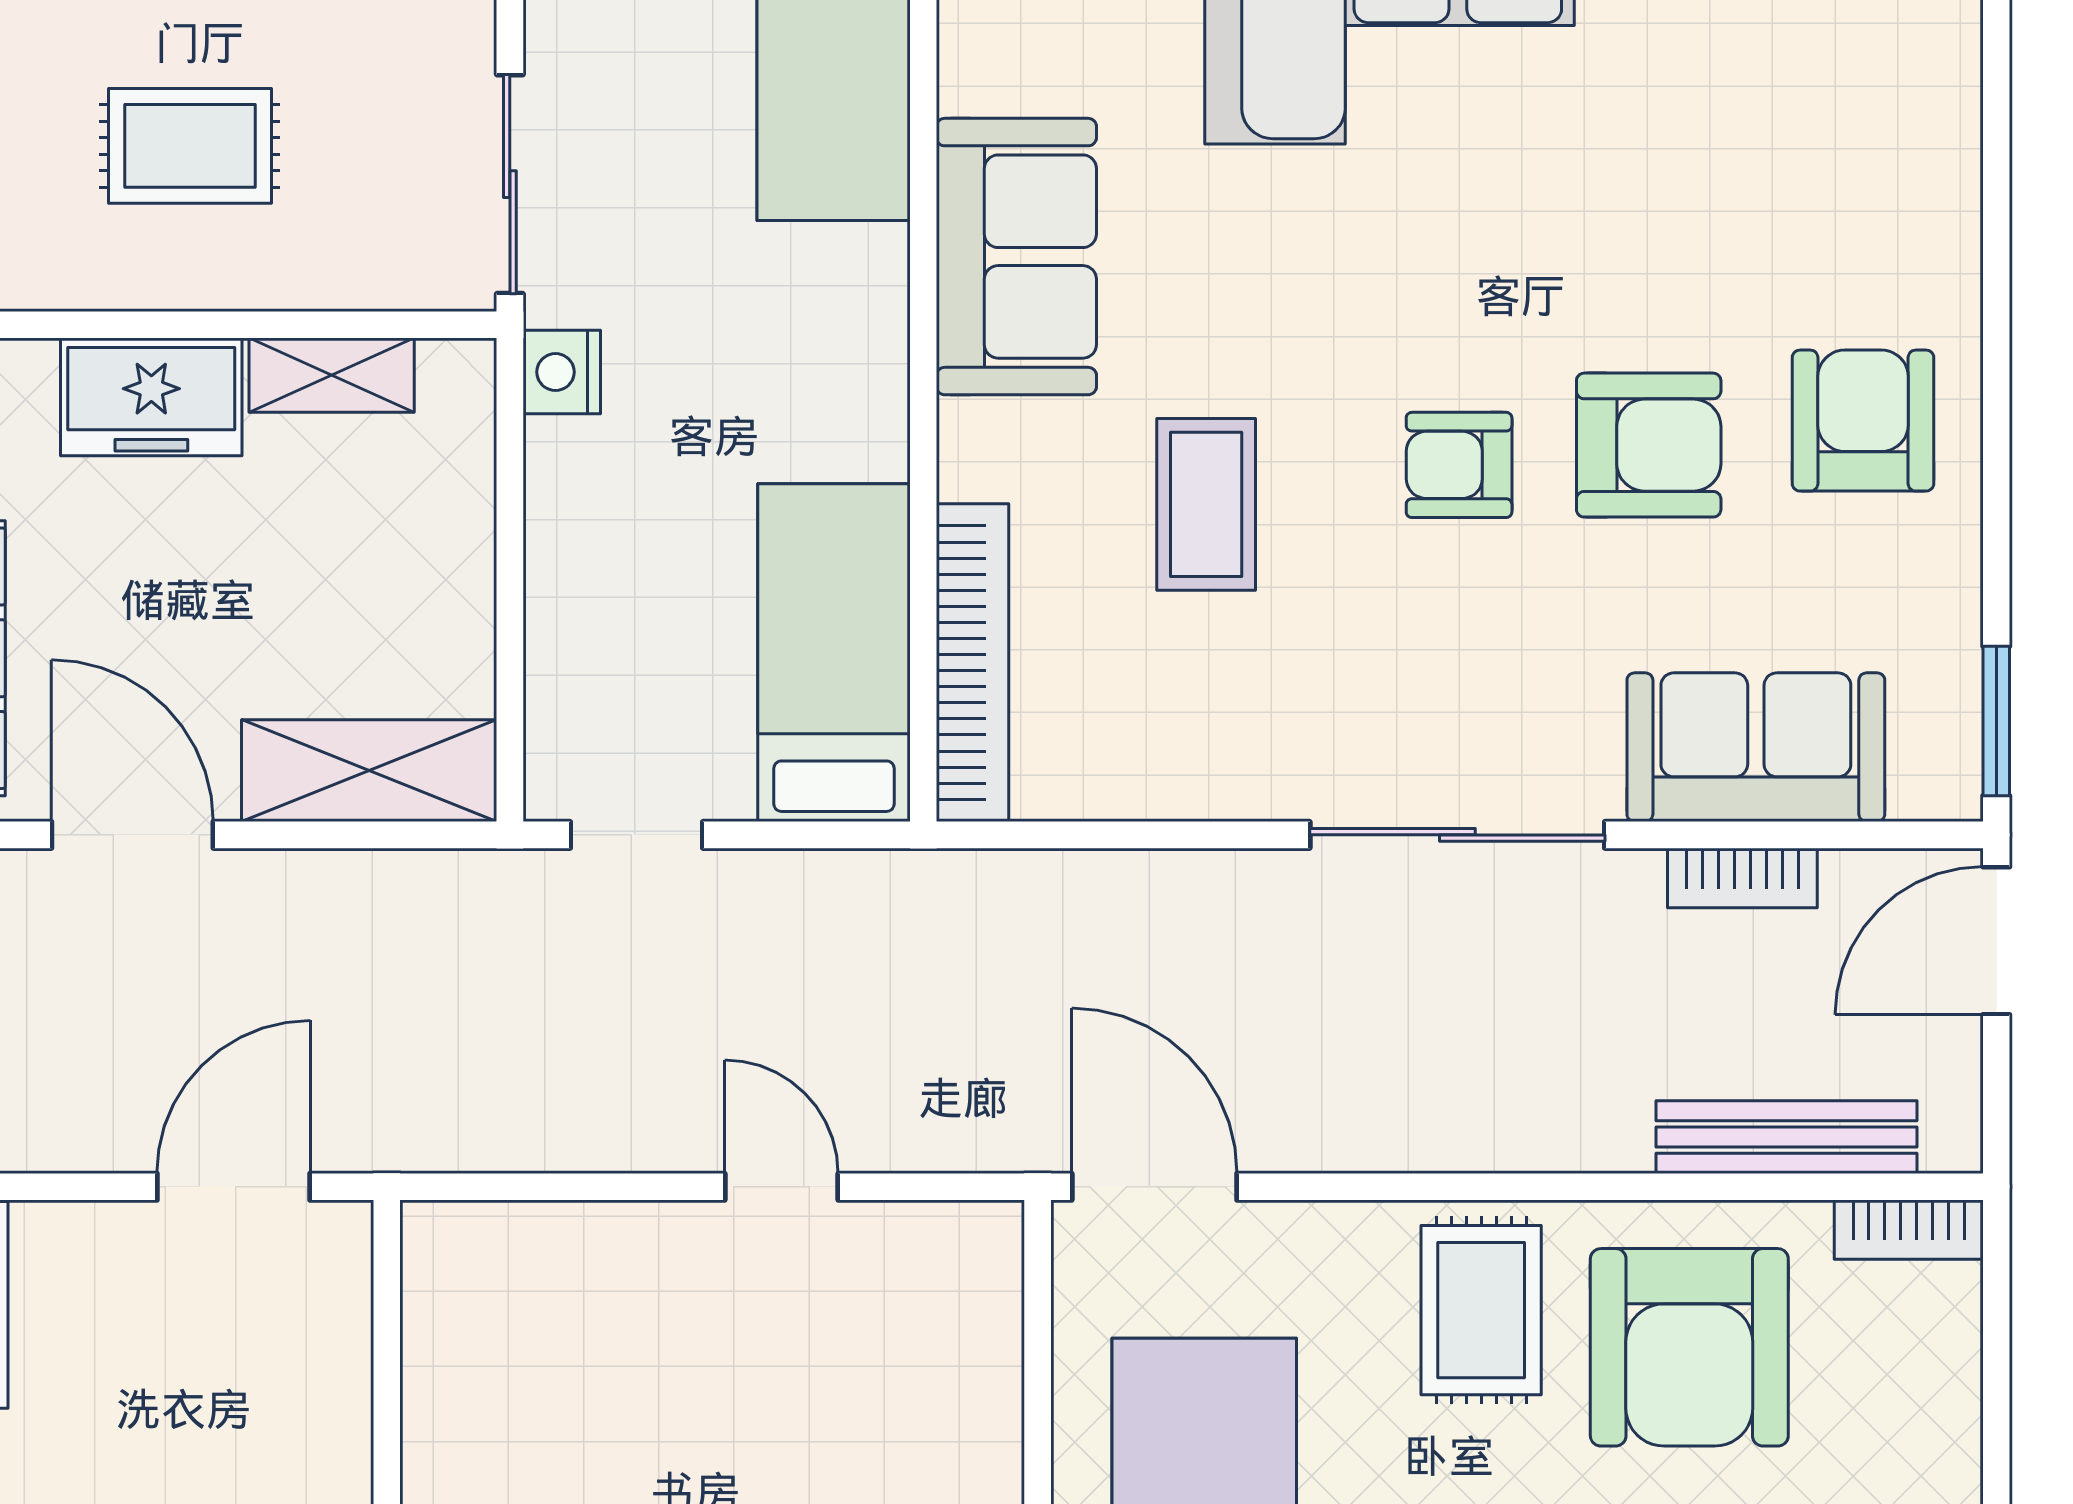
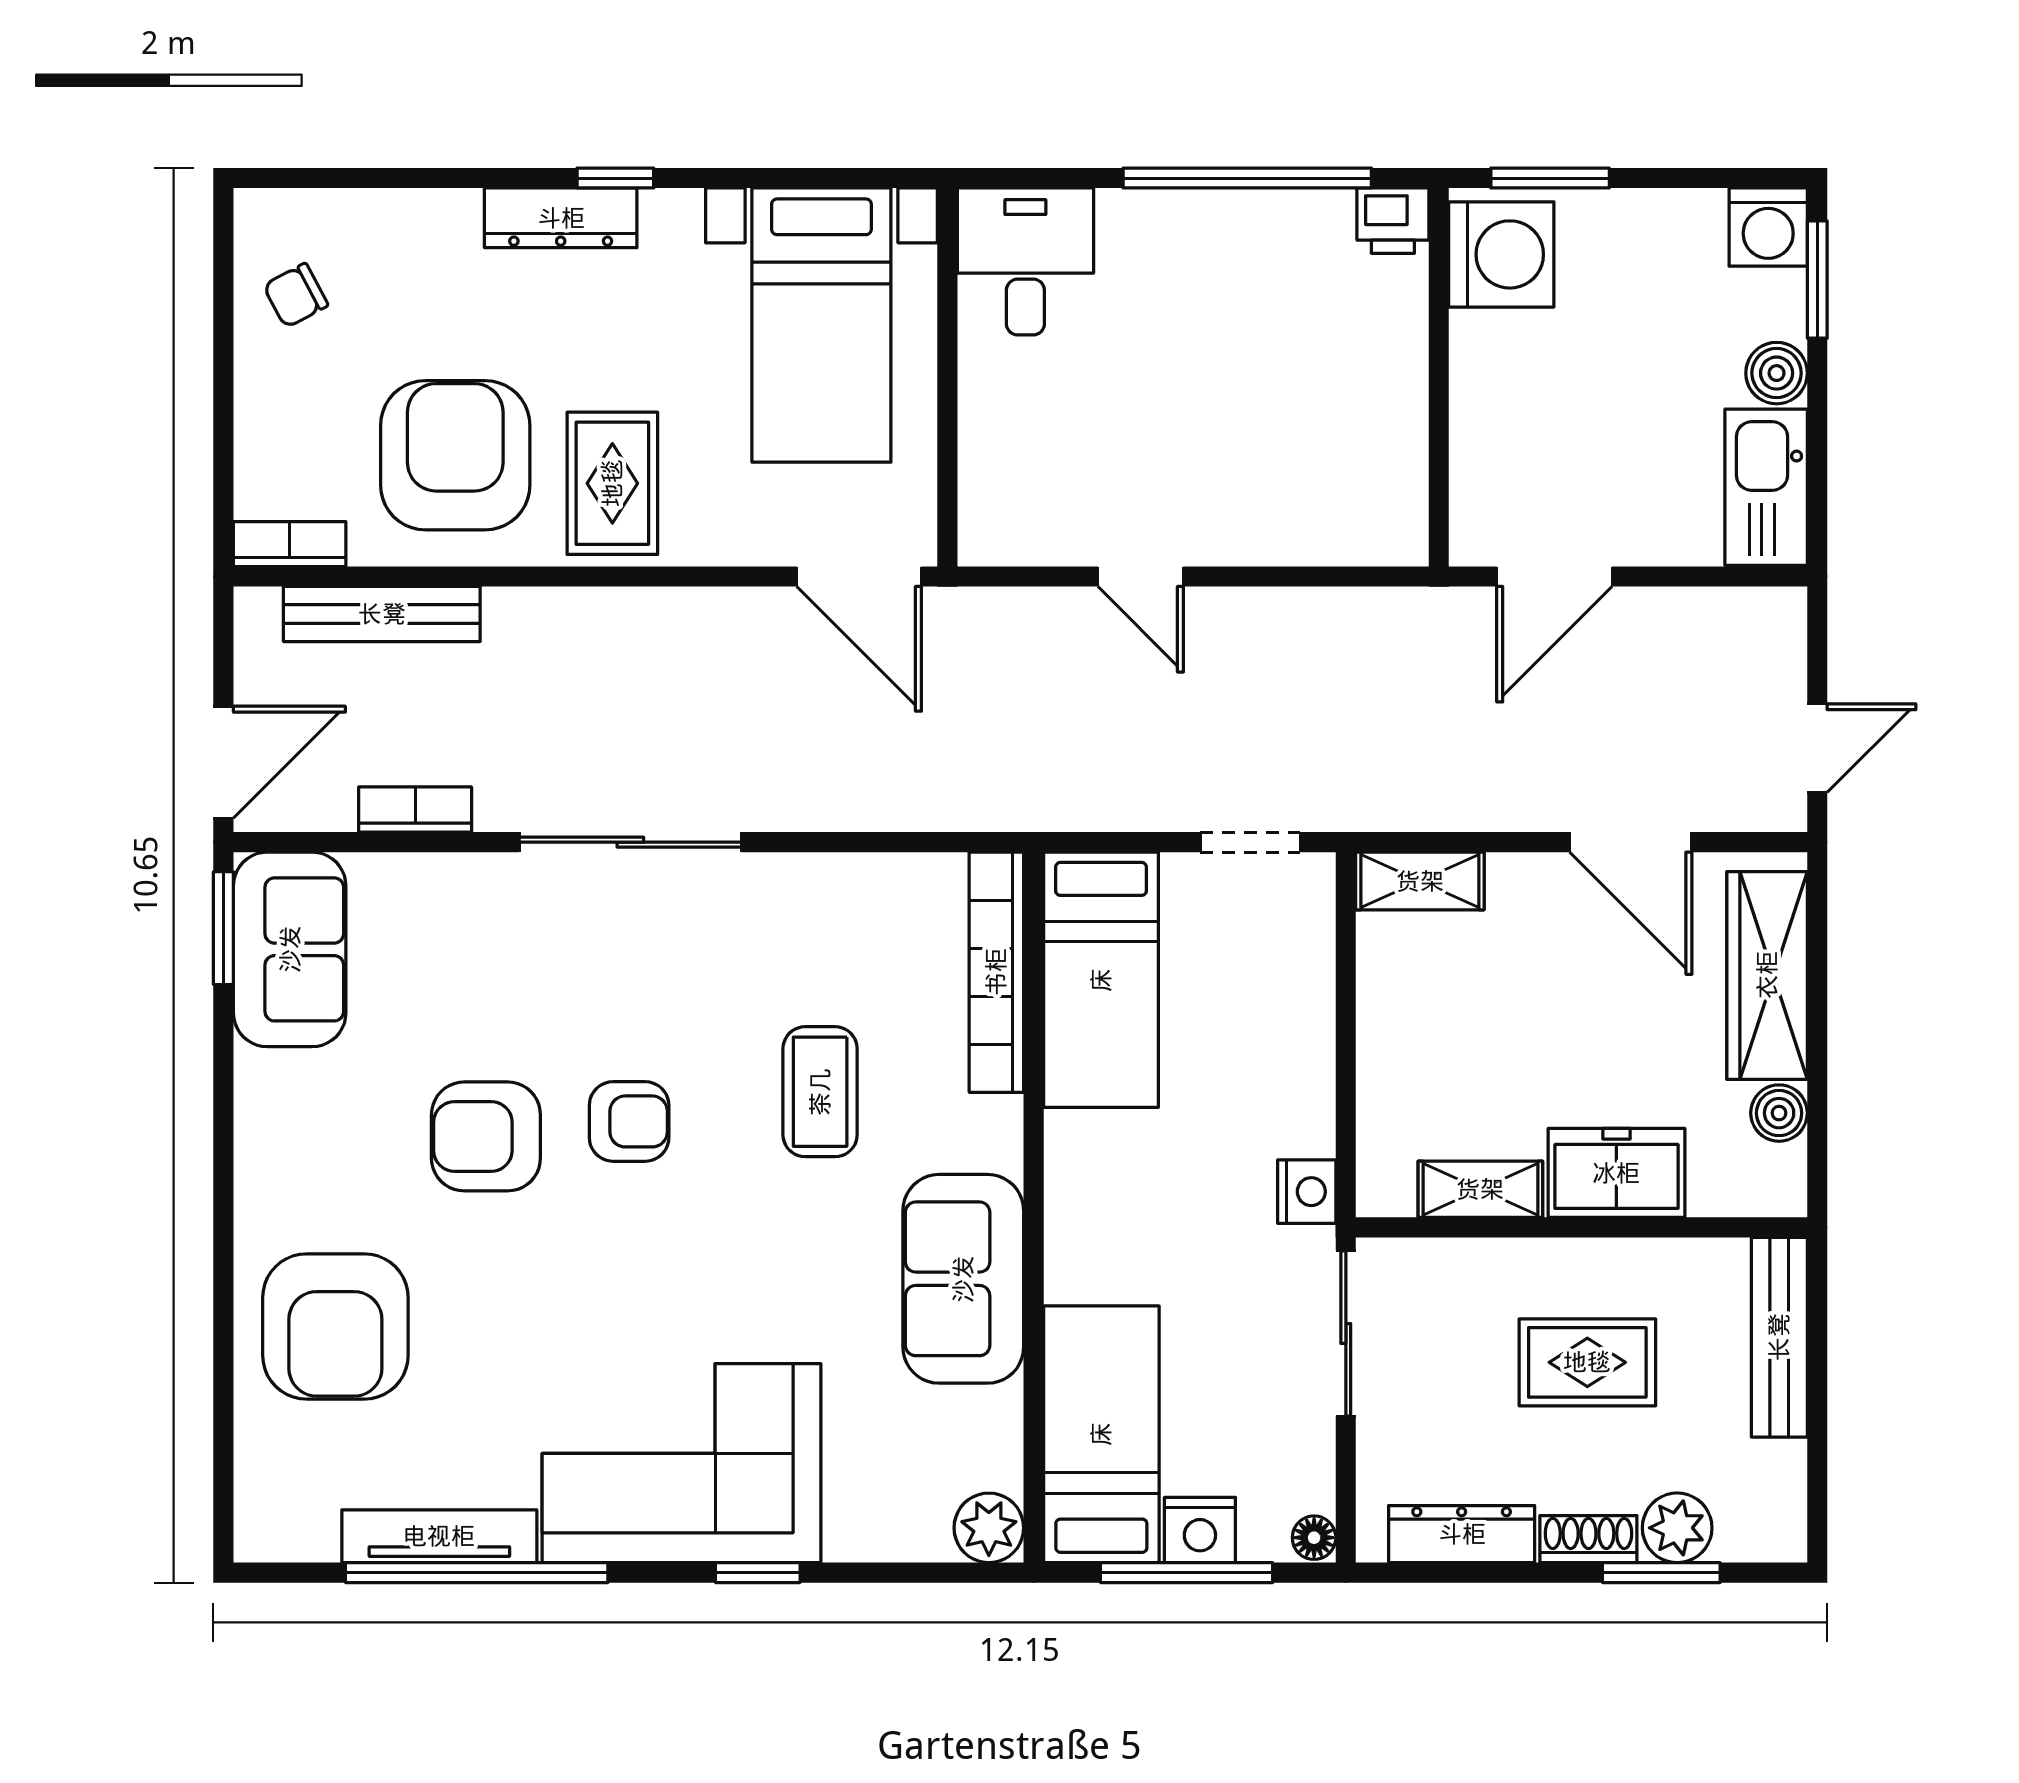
armchair: (1863, 421) -> (335, 1326), moved, width x1.36, depth x1.36
sofa: (1756, 747) -> (290, 949), moved, turned -90
shelving: (369, 771) -> (1420, 881), width x0.67, depth x0.75

